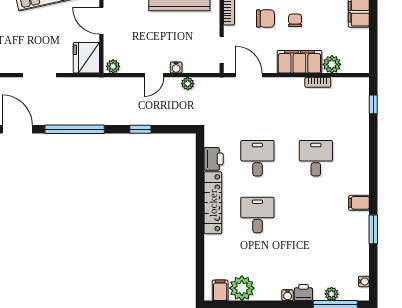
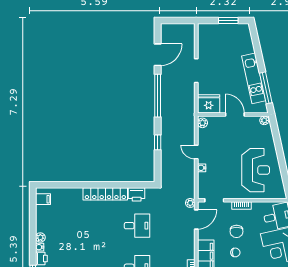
door: (101, 21) -> (235, 115), hinge flipped
plant: (188, 84) -> (190, 203), moved
desk: (257, 215) -> (97, 226), removed
plant: (242, 288) -> (40, 237), moved, width x0.53, depth x0.53

